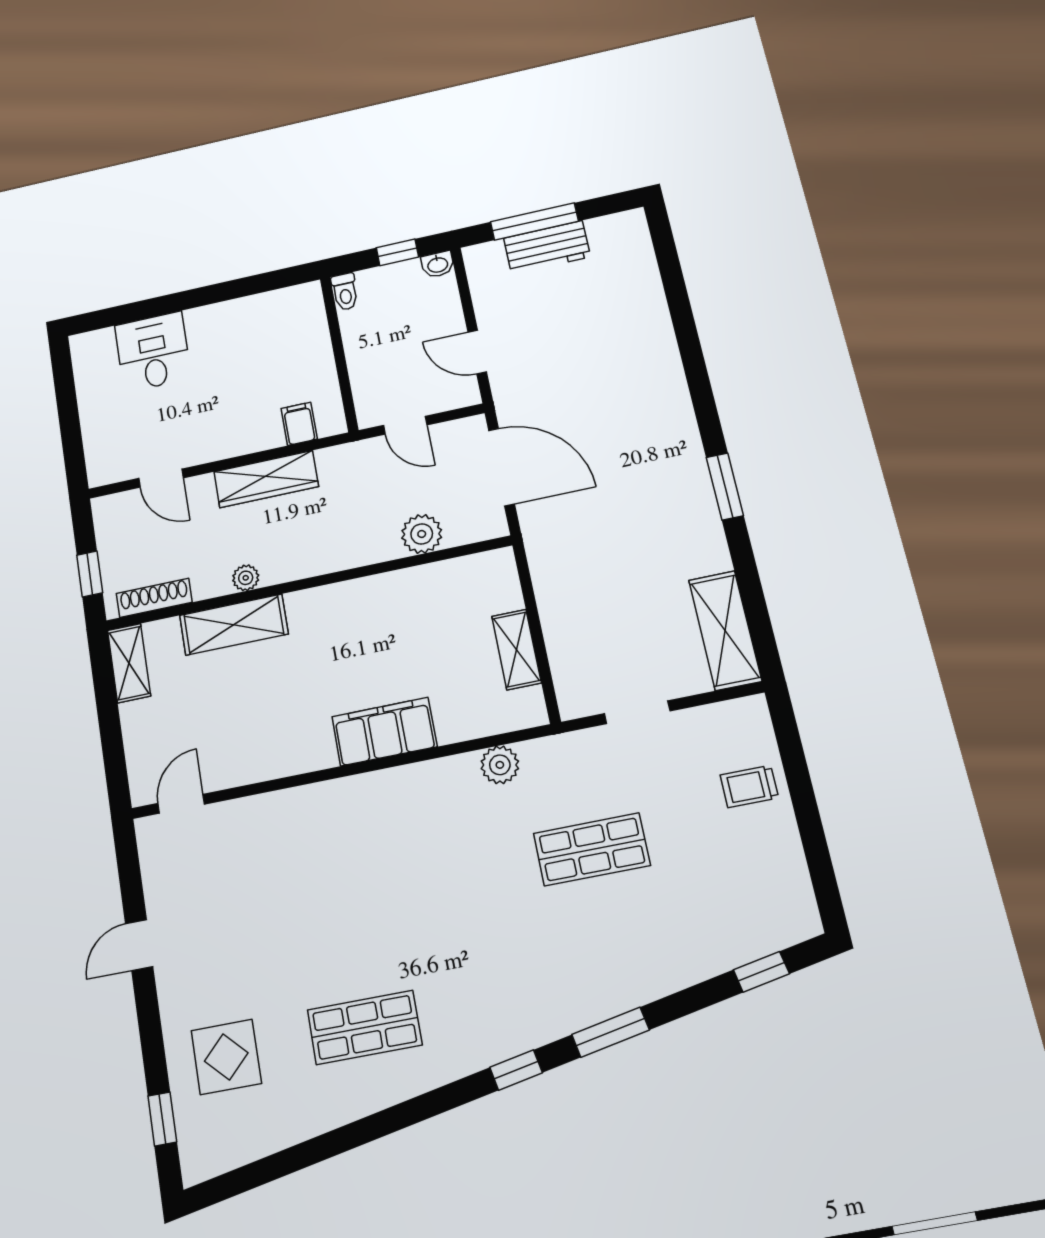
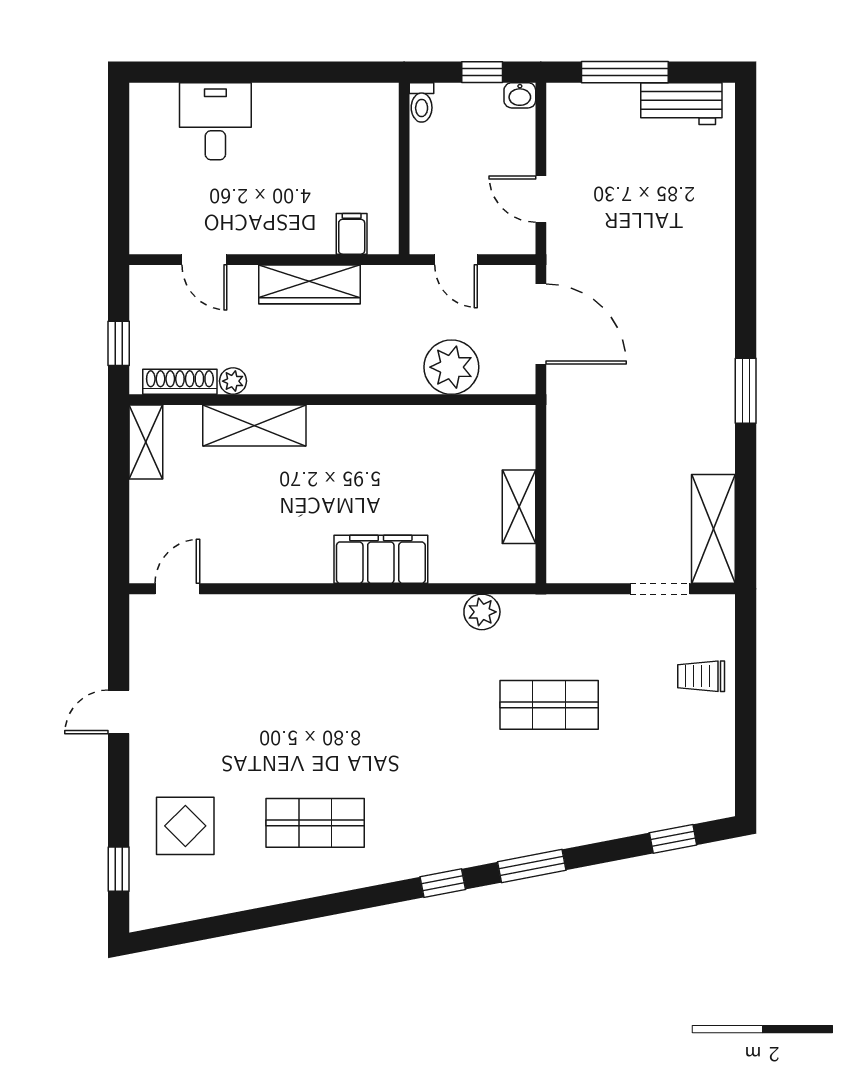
workbench: (547, 247) -> (681, 104), moved
plant: (422, 534) -> (451, 367), width x1.36, depth x1.36
plant: (246, 578) -> (233, 381), moved
doorway: (637, 712) -> (660, 589), moved

